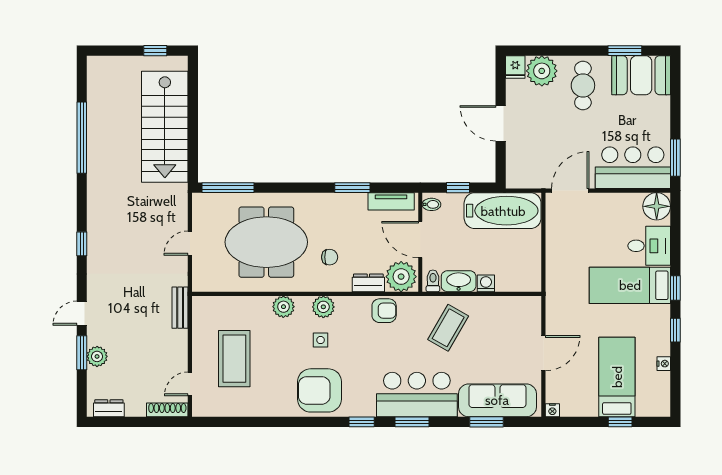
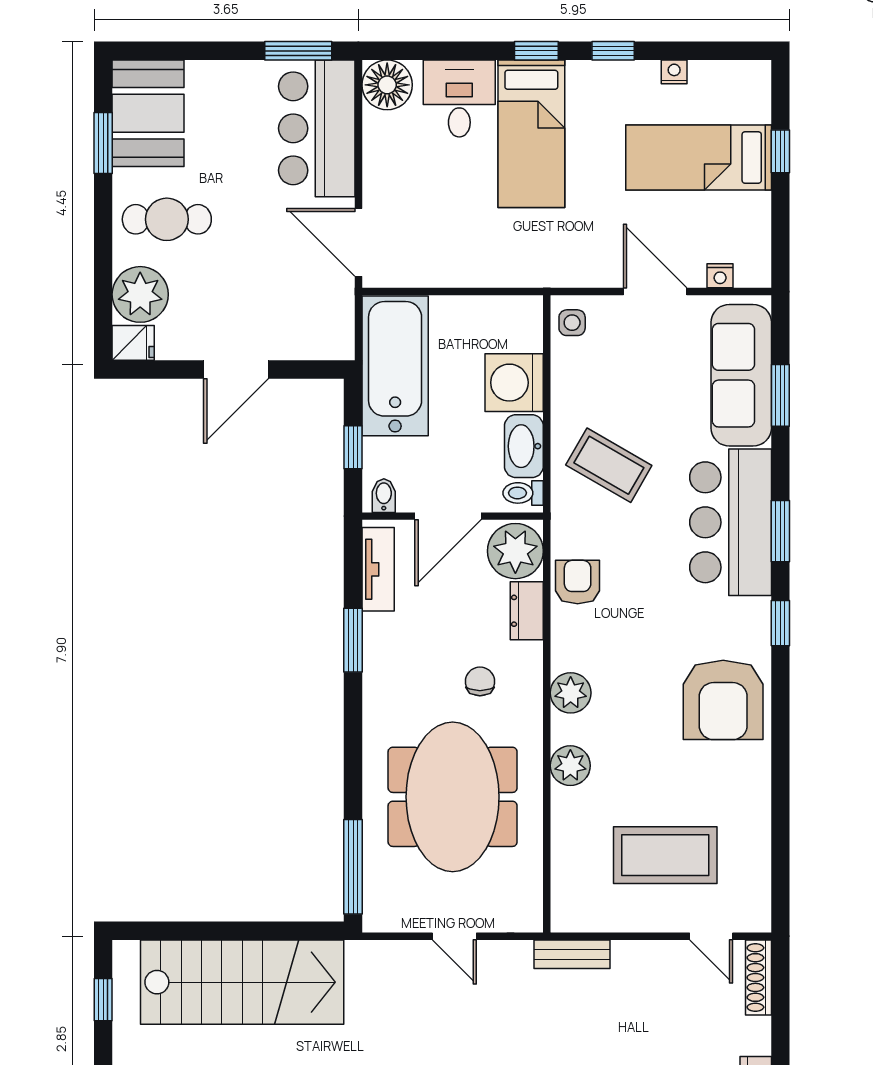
washing machine: (486, 283) -> (514, 383), width x1.89, depth x1.89
side table: (321, 340) -> (572, 323), moved
nightstand: (552, 410) -> (720, 276), moved, turned 90

